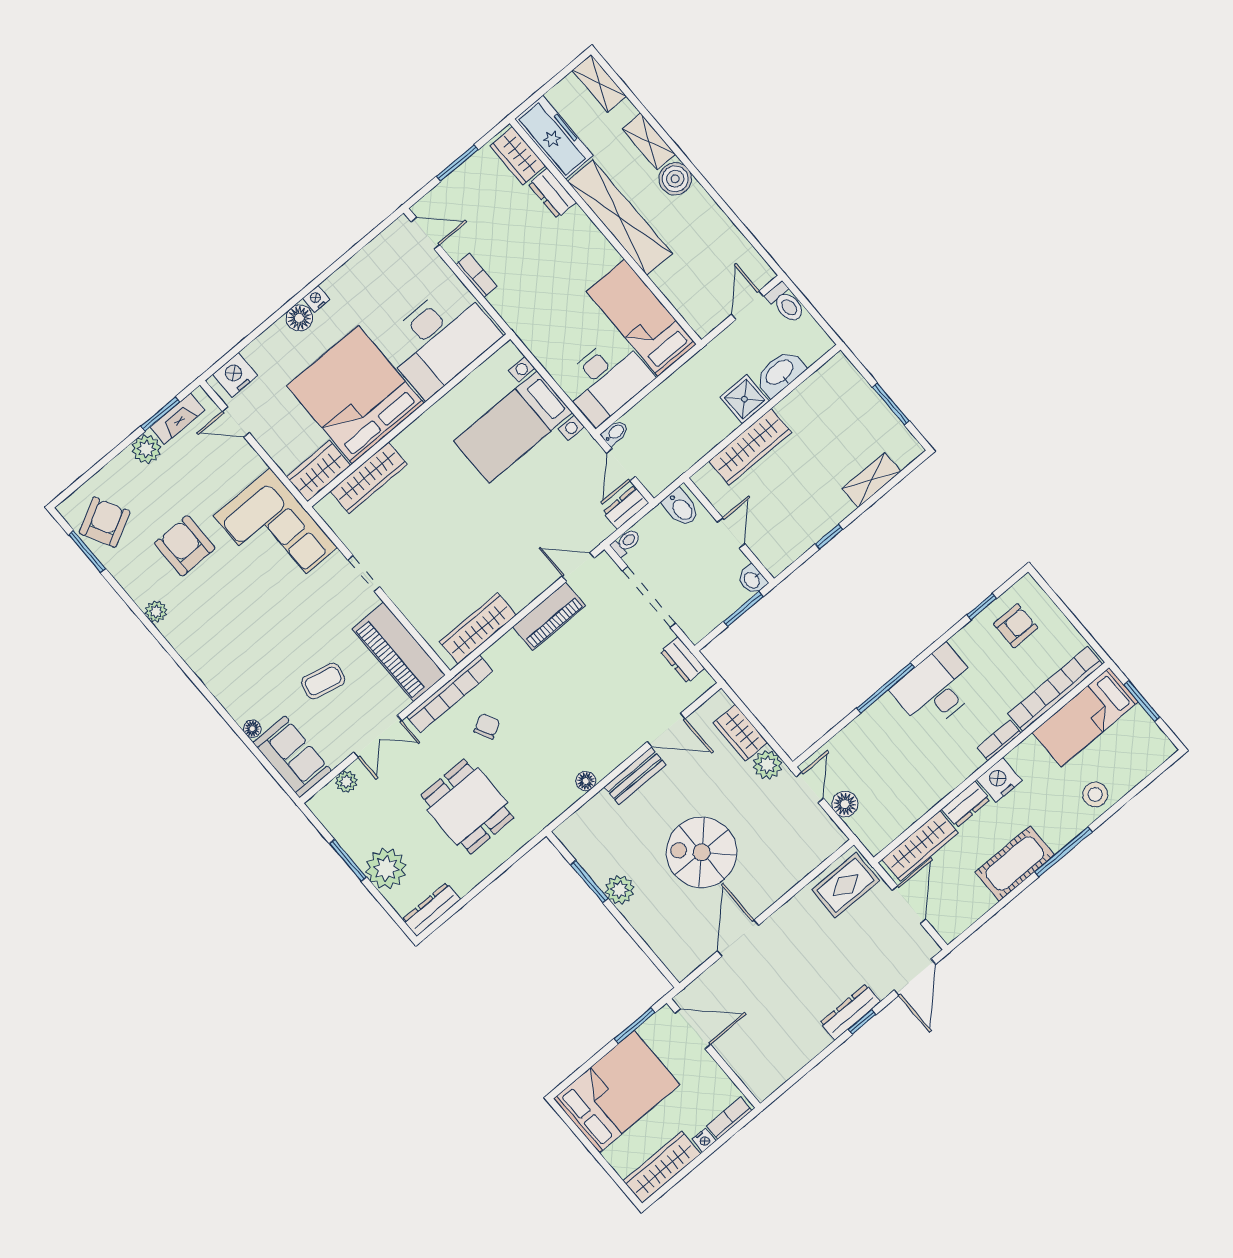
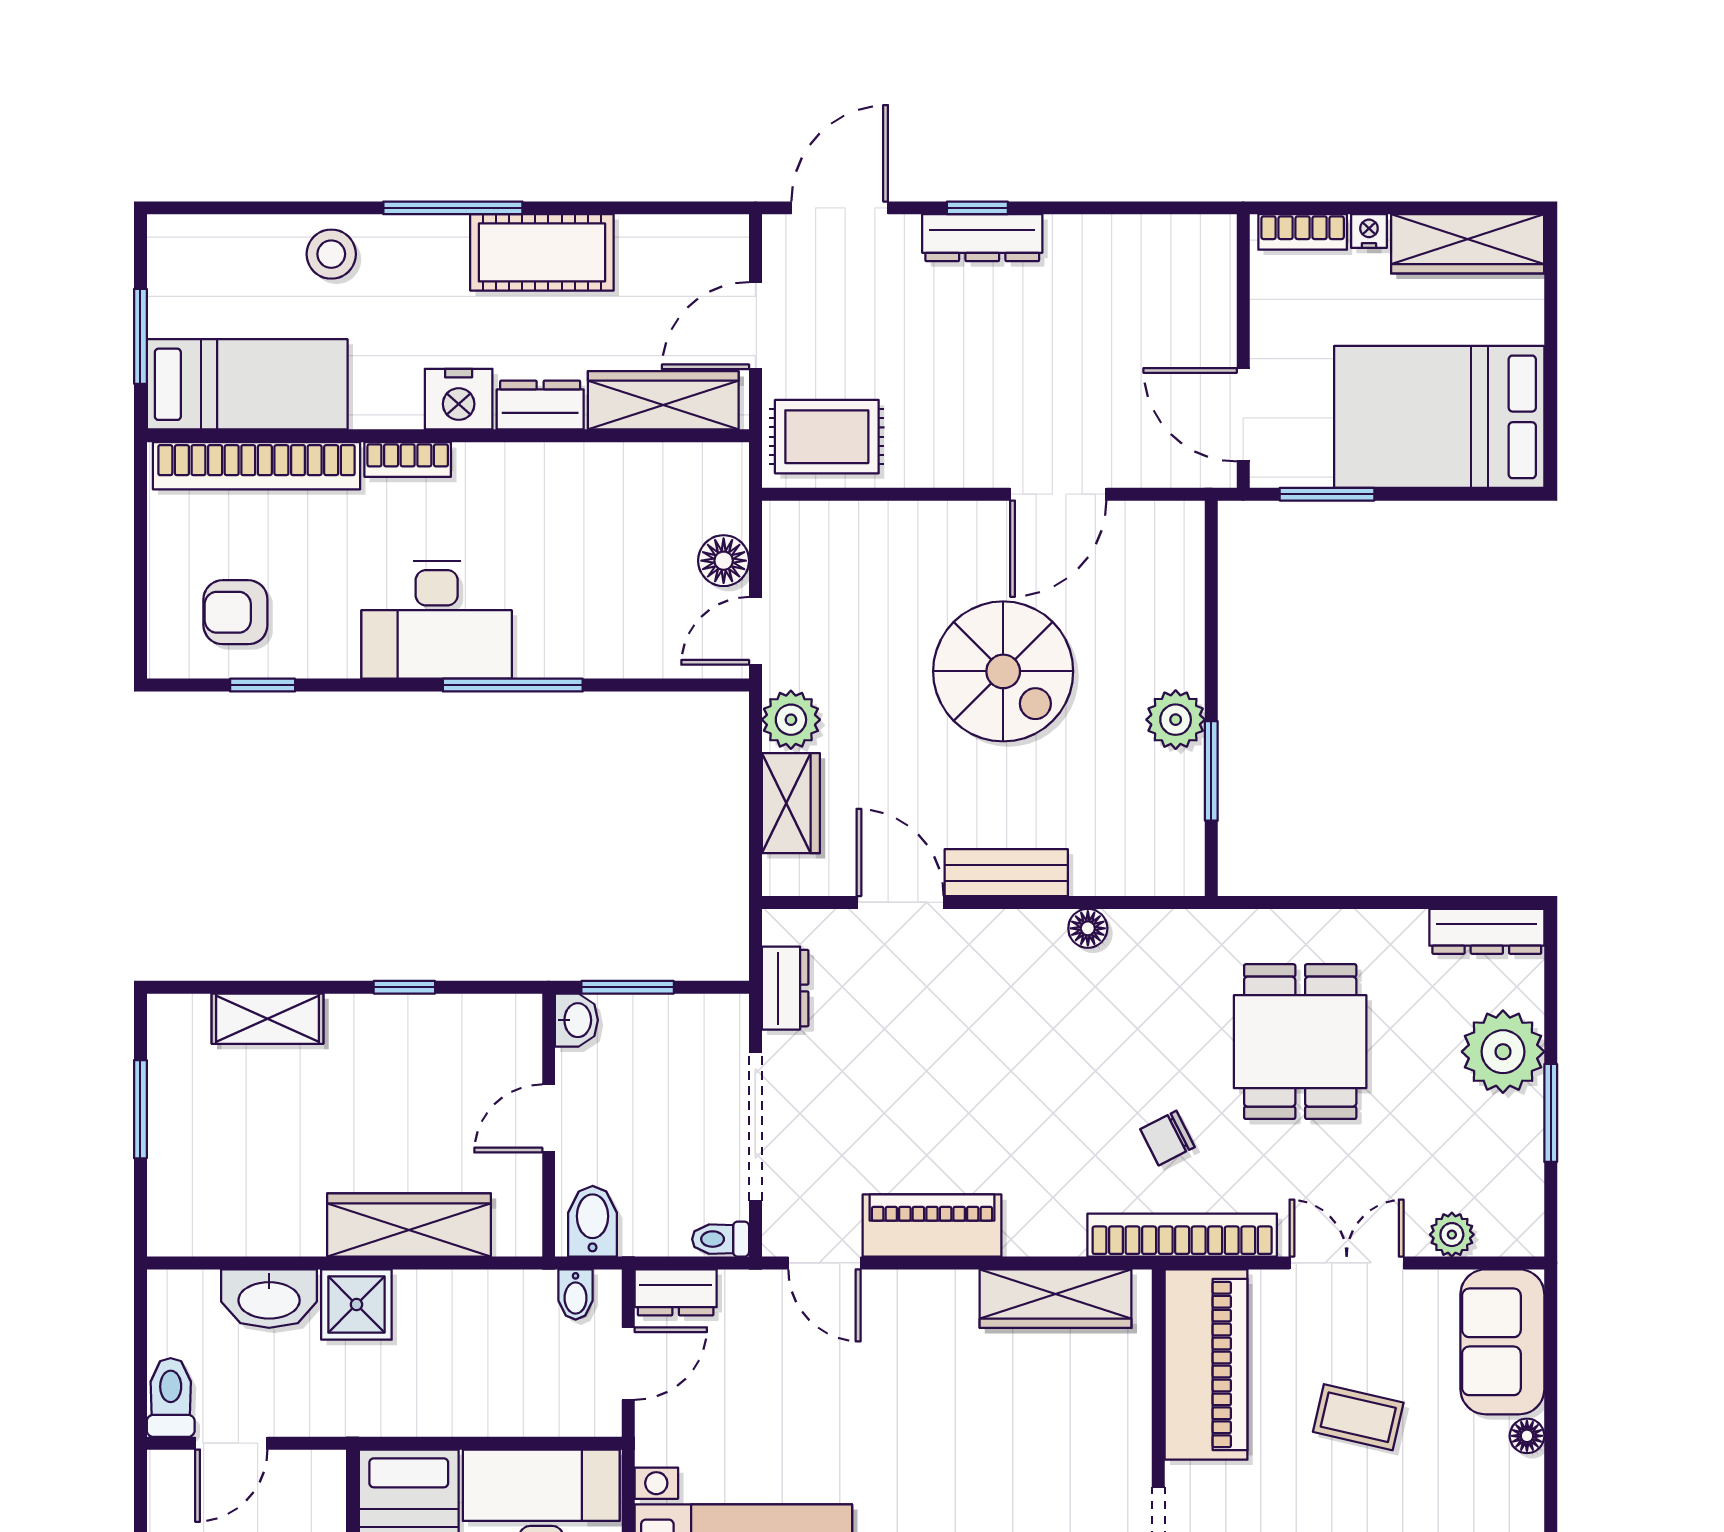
bidet: (615, 433) -> (576, 1294), moved, turned -90

